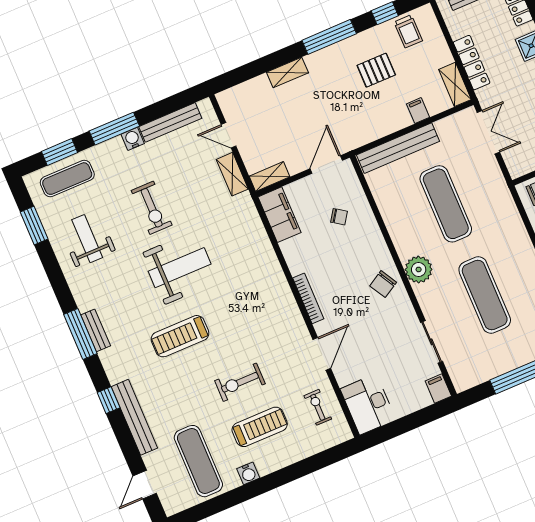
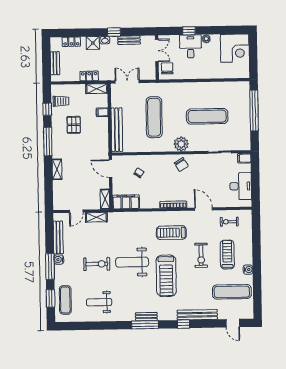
locker: (472, 63) -> (89, 76), width x0.66
exercise mat: (446, 204) -> (154, 117), turned 90
window: (34, 225) -> (82, 326), removed
weight bench: (180, 268) -> (132, 262), turned -90
treadmill: (258, 315) -> (171, 233), added
treadmill: (180, 336) -> (166, 276), width x1.37, depth x1.38
desk: (368, 404) -> (241, 186), moved, turned -90

